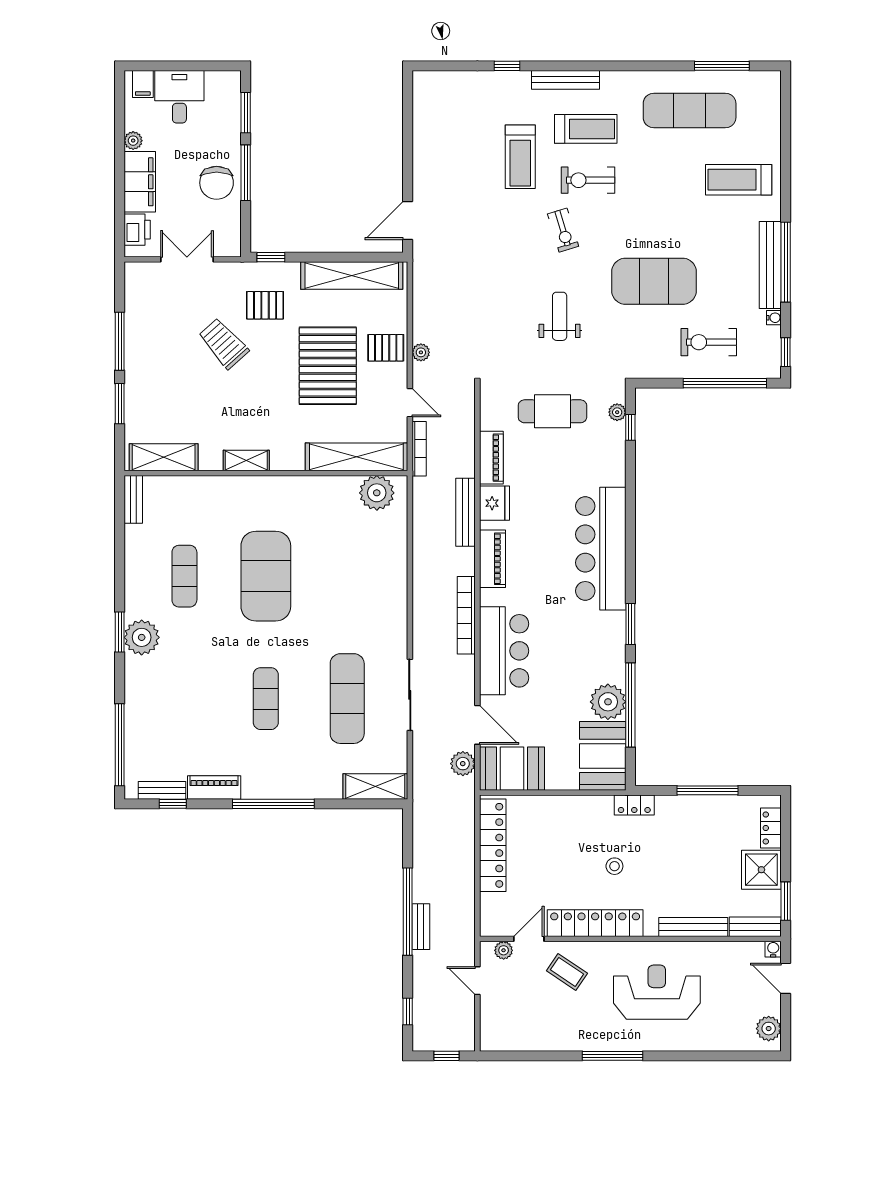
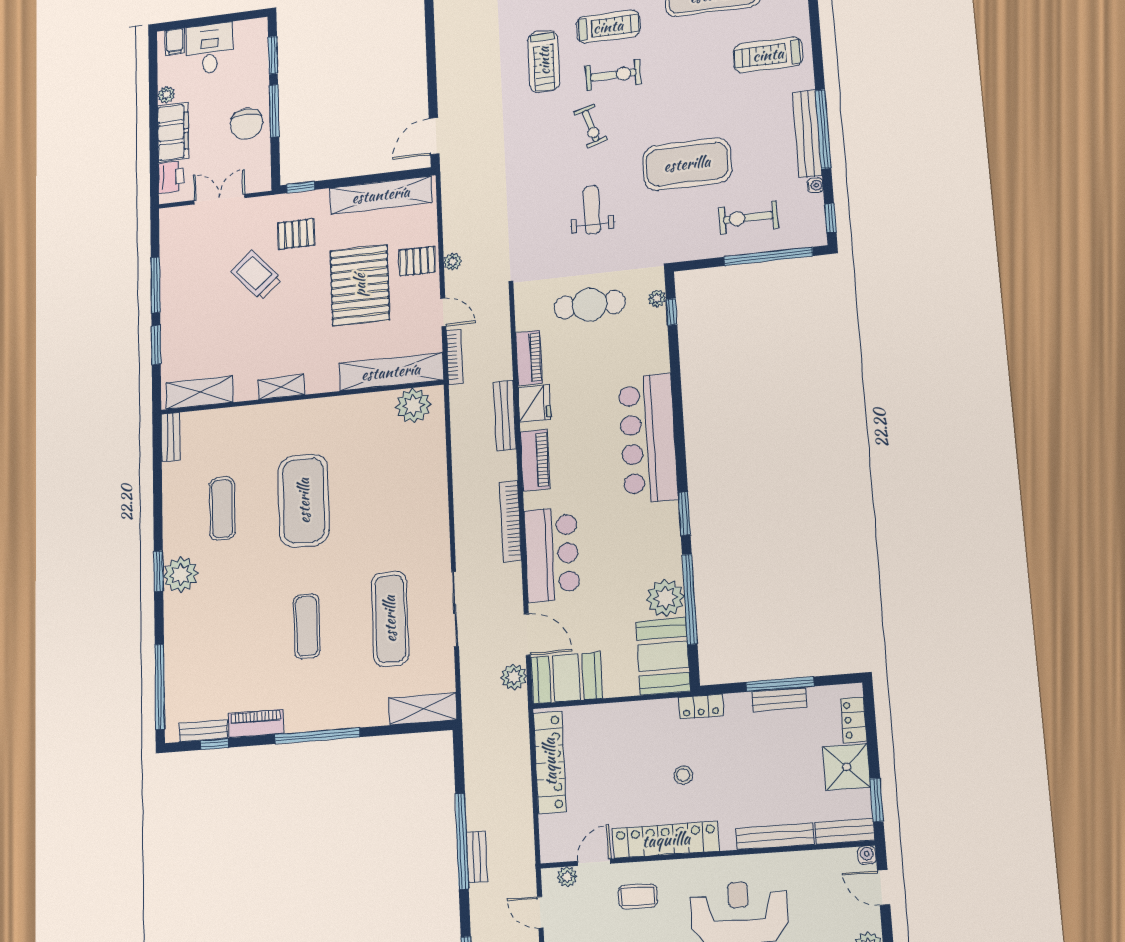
exercise bike: (588, 180) -> (613, 75), turned 180
bench: (706, 804) -> (779, 699), added
coffee table: (567, 972) -> (638, 896), turned -34

